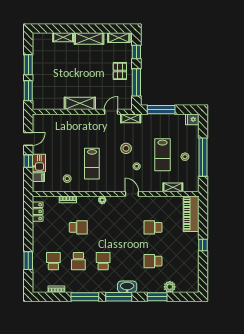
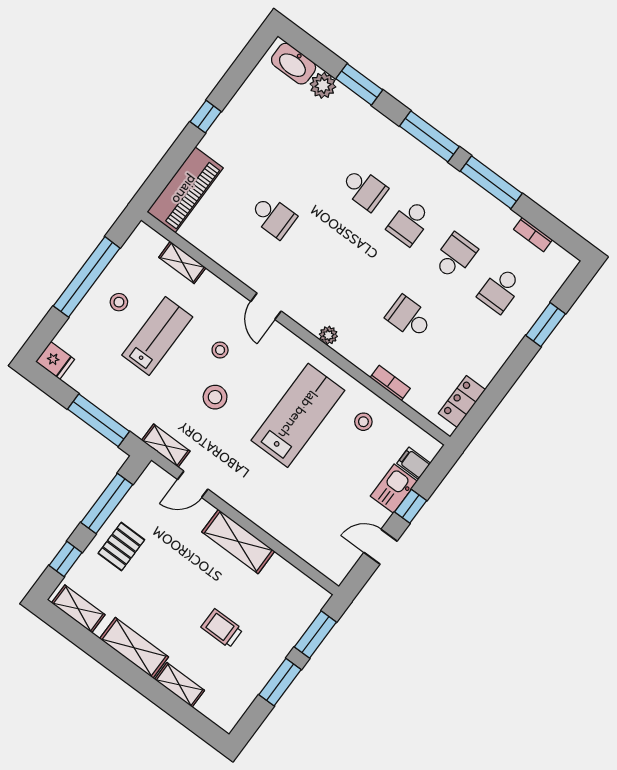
trolley: (63, 68) -> (222, 628), added
lab bench: (92, 164) -> (298, 415), width x1.36, depth x1.39
school desk: (153, 261) -> (364, 189), moved
washbasin: (127, 287) -> (294, 64), moved

